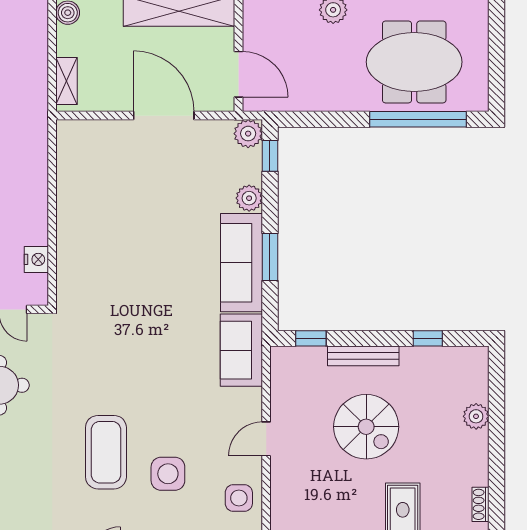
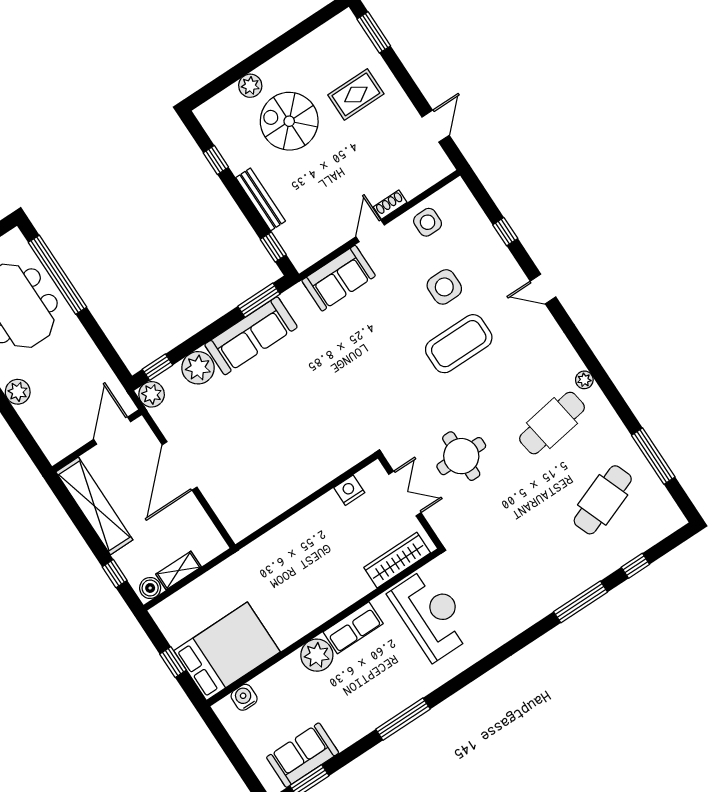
shelving: (67, 81) -> (179, 570), moved
plant: (249, 198) -> (198, 368), width x1.36, depth x1.36
window: (270, 257) -> (259, 300), moved
sofa: (241, 350) -> (339, 278), moved
spiral stairs: (366, 427) -> (289, 121), moved, turned -90
door: (266, 439) -> (370, 231), swing flipped
shoe rack: (481, 504) -> (390, 205), moved, turned 180

